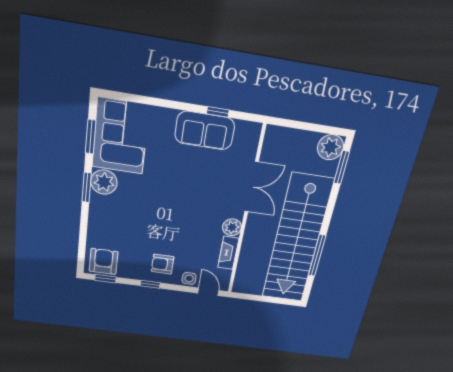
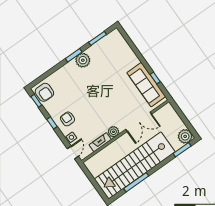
sofa: (205, 131) -> (146, 85), width x1.36
corner sofa: (120, 136) -> (109, 50), removed
armchair: (103, 261) -> (44, 92), turned 90

